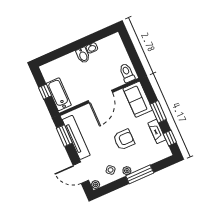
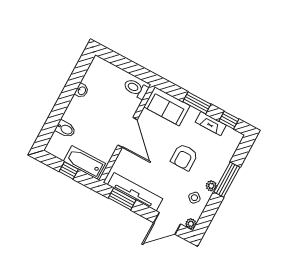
bidet: (83, 55) -> (65, 129), moved
armchair: (124, 140) -> (184, 157), turned 180

